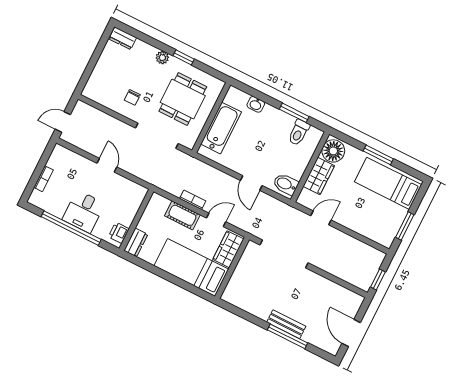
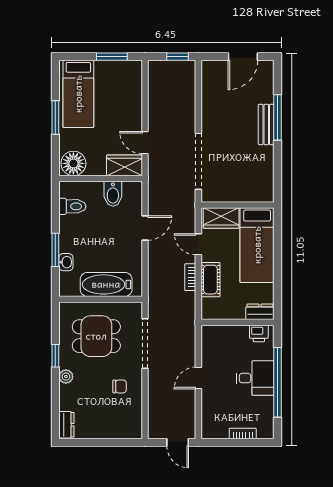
window: (294, 113) -> (55, 250), moved
wardrobe: (319, 176) -> (124, 165), moved
bidet: (286, 184) -> (113, 194), moved

